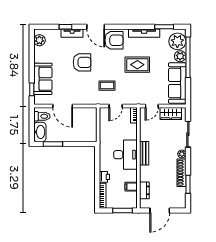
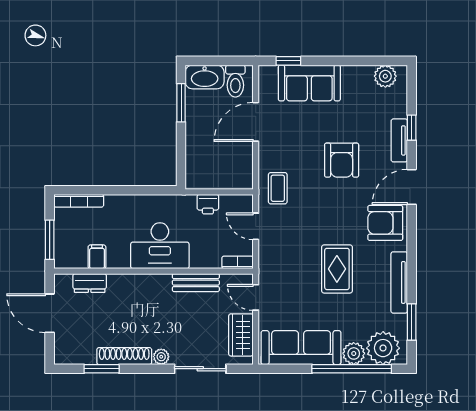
armchair: (114, 40) -> (385, 223), turned 90
coffee table: (107, 86) -> (278, 188), moved
bench: (144, 153) -> (196, 283), moved
printer: (104, 177) -> (208, 204), moved

